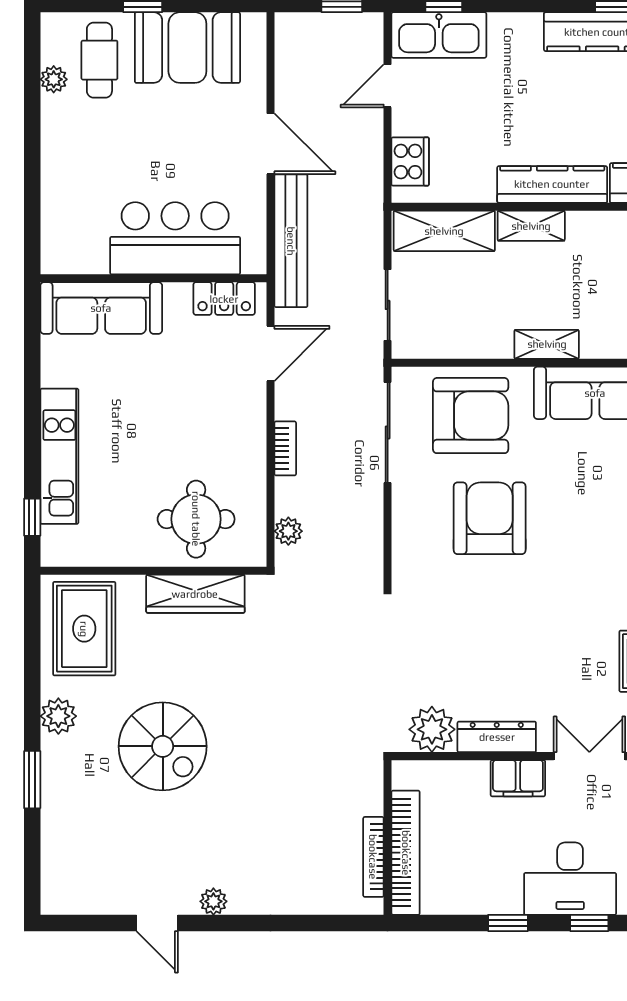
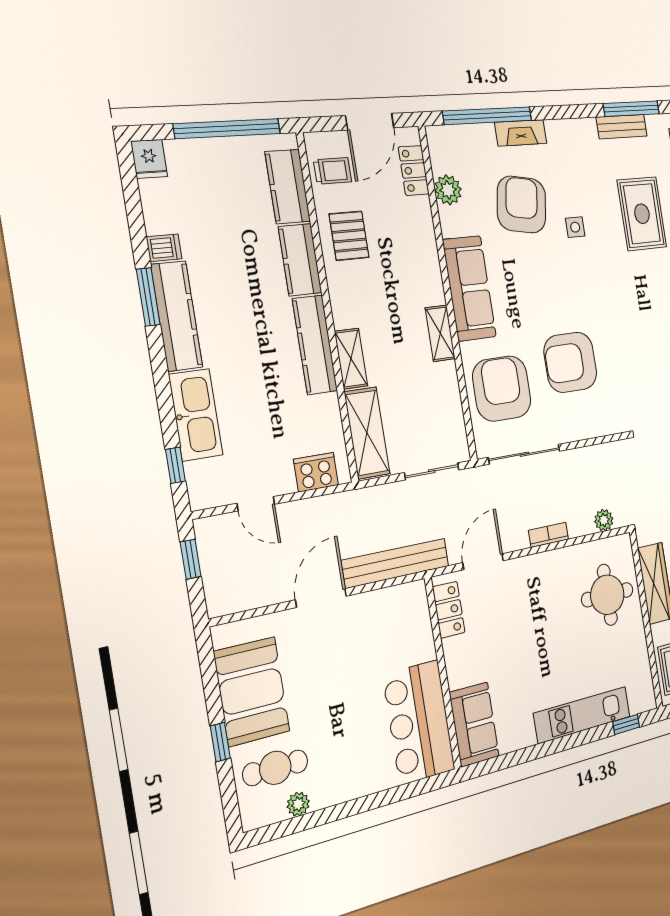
kitchen sink: (439, 35) -> (196, 415), moved
bar counter: (175, 238) -> (419, 722), moved
sofa: (101, 308) -> (474, 724), width x0.73
door: (271, 353) -> (483, 562), hinge flipped

